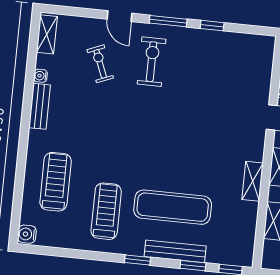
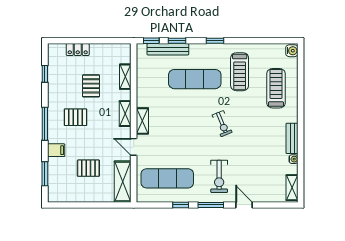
exercise bike: (100, 64) -> (222, 124), moved
exercise mat: (227, 66) -> (167, 178), added
shelving: (253, 181) -> (142, 121), moved
treadmill: (56, 182) -> (276, 88), turned 180
bench: (175, 251) -> (168, 49), moved

